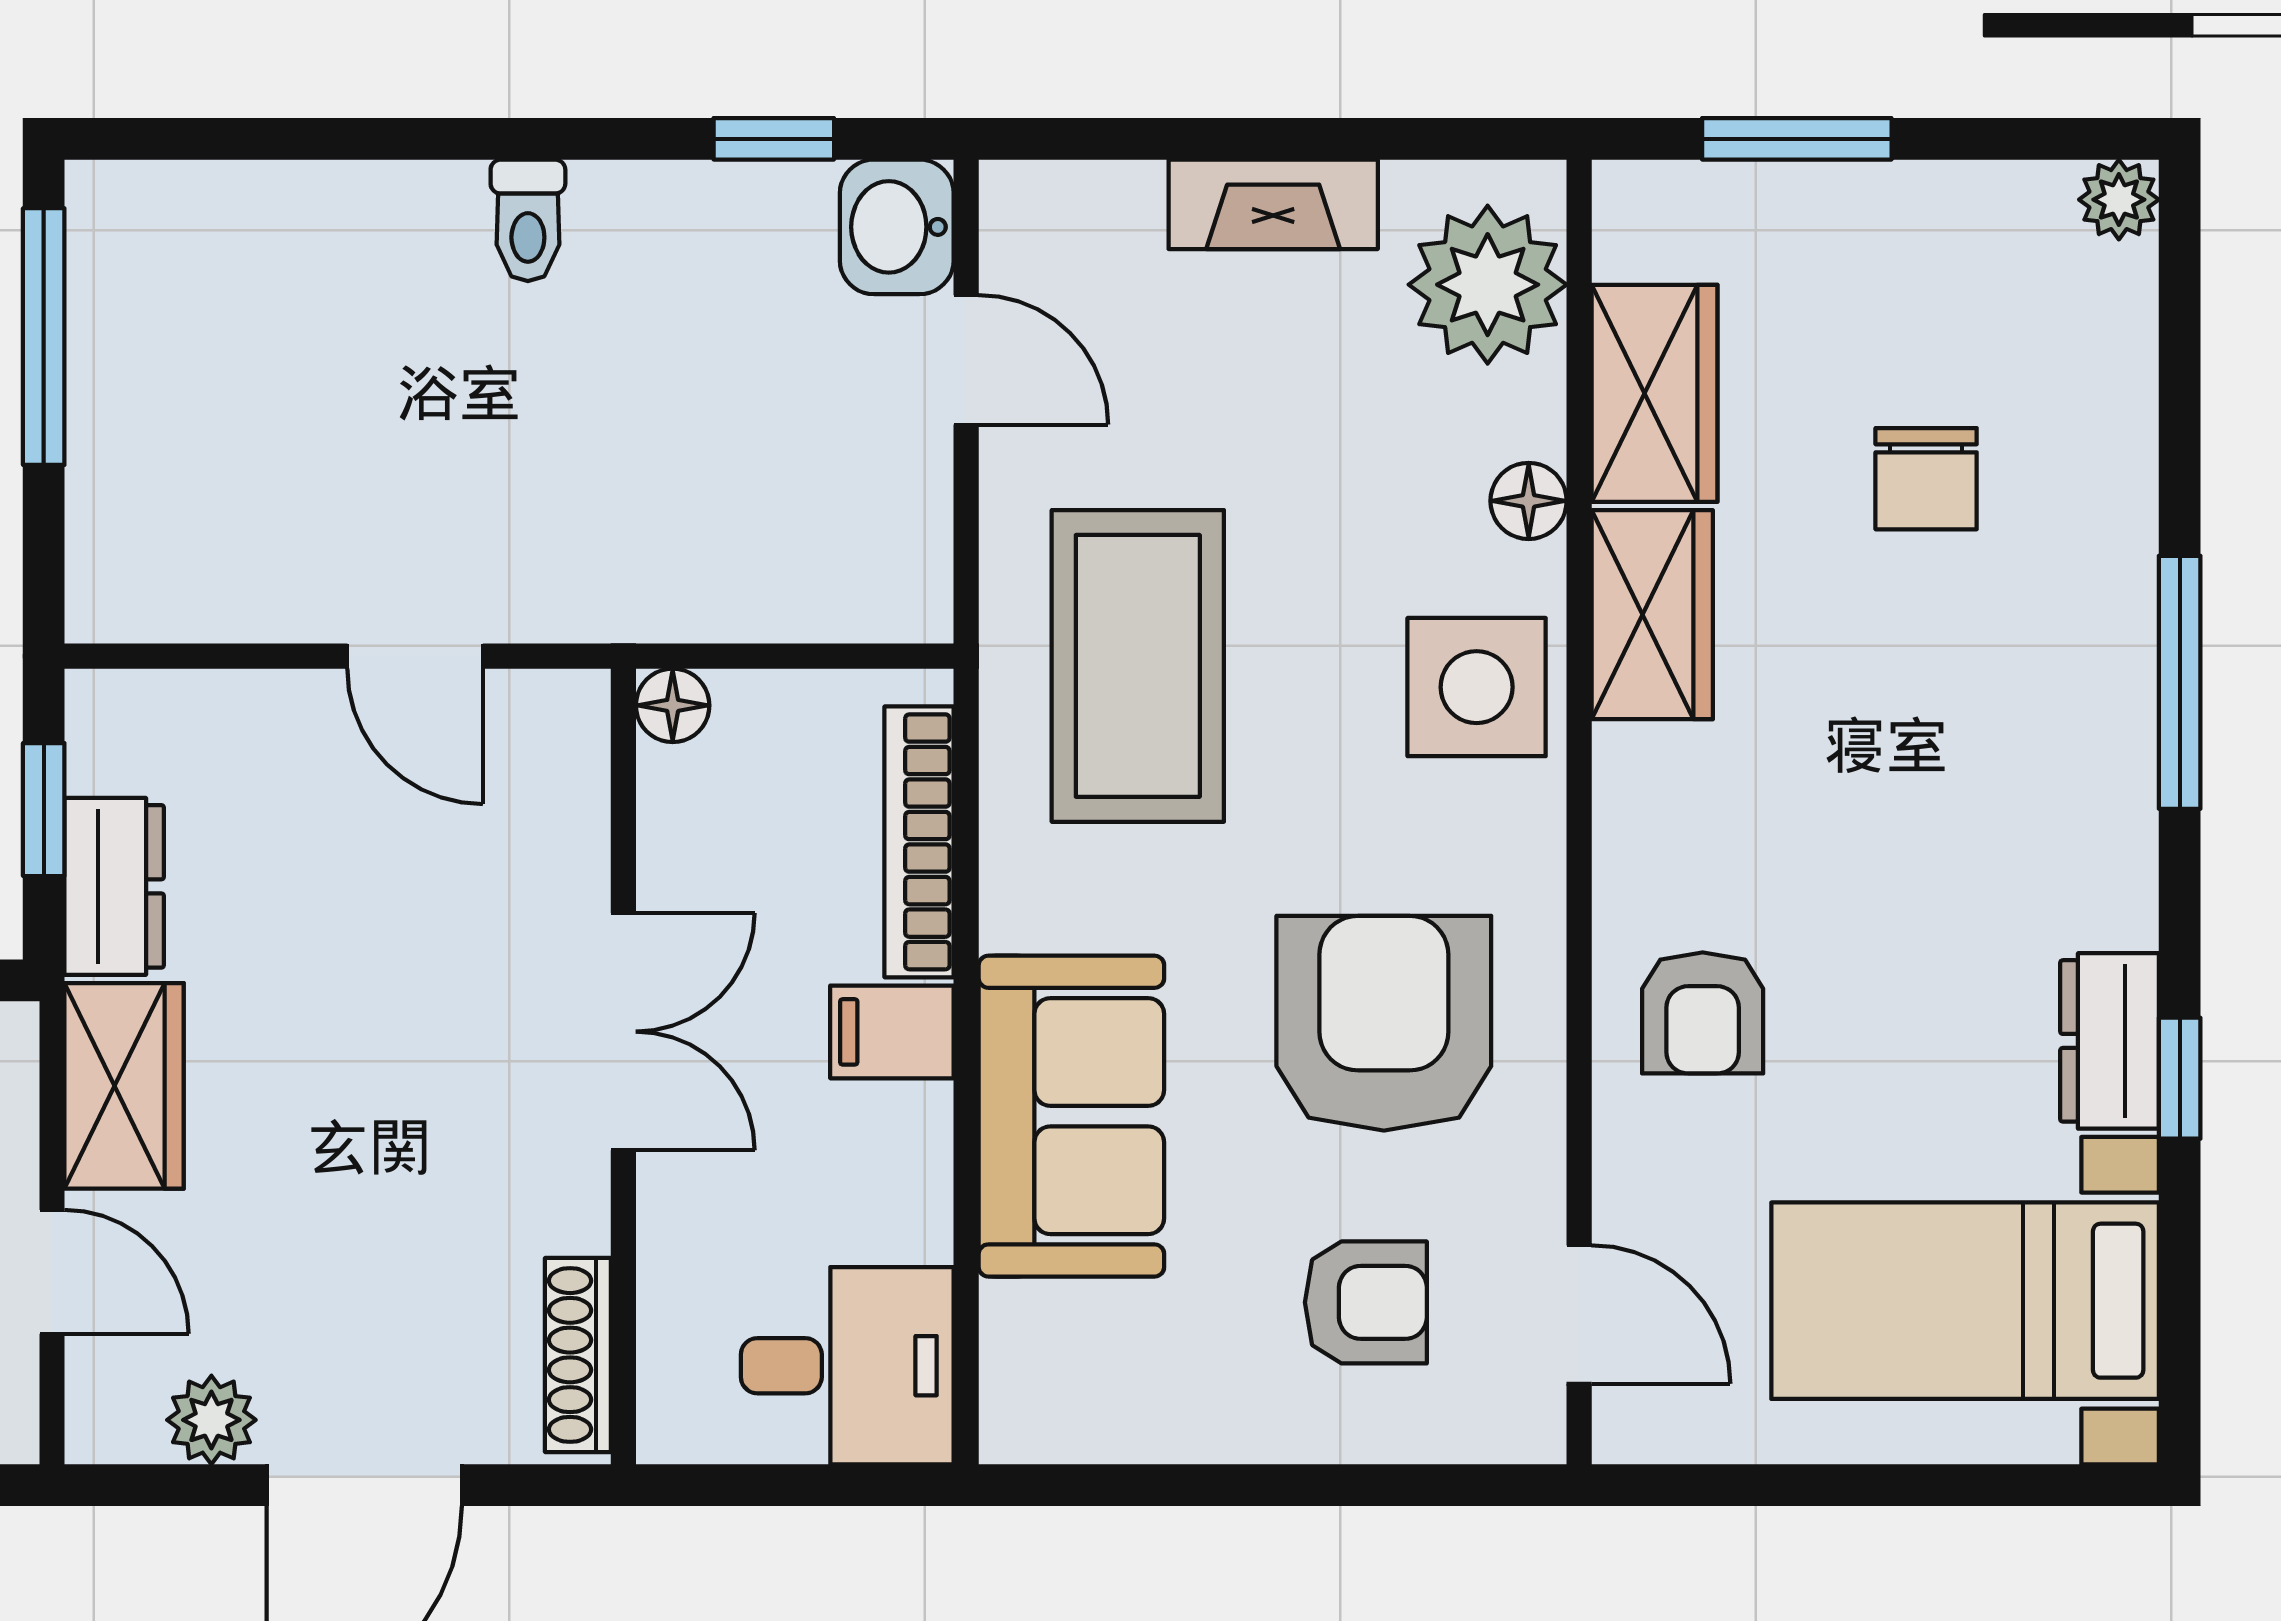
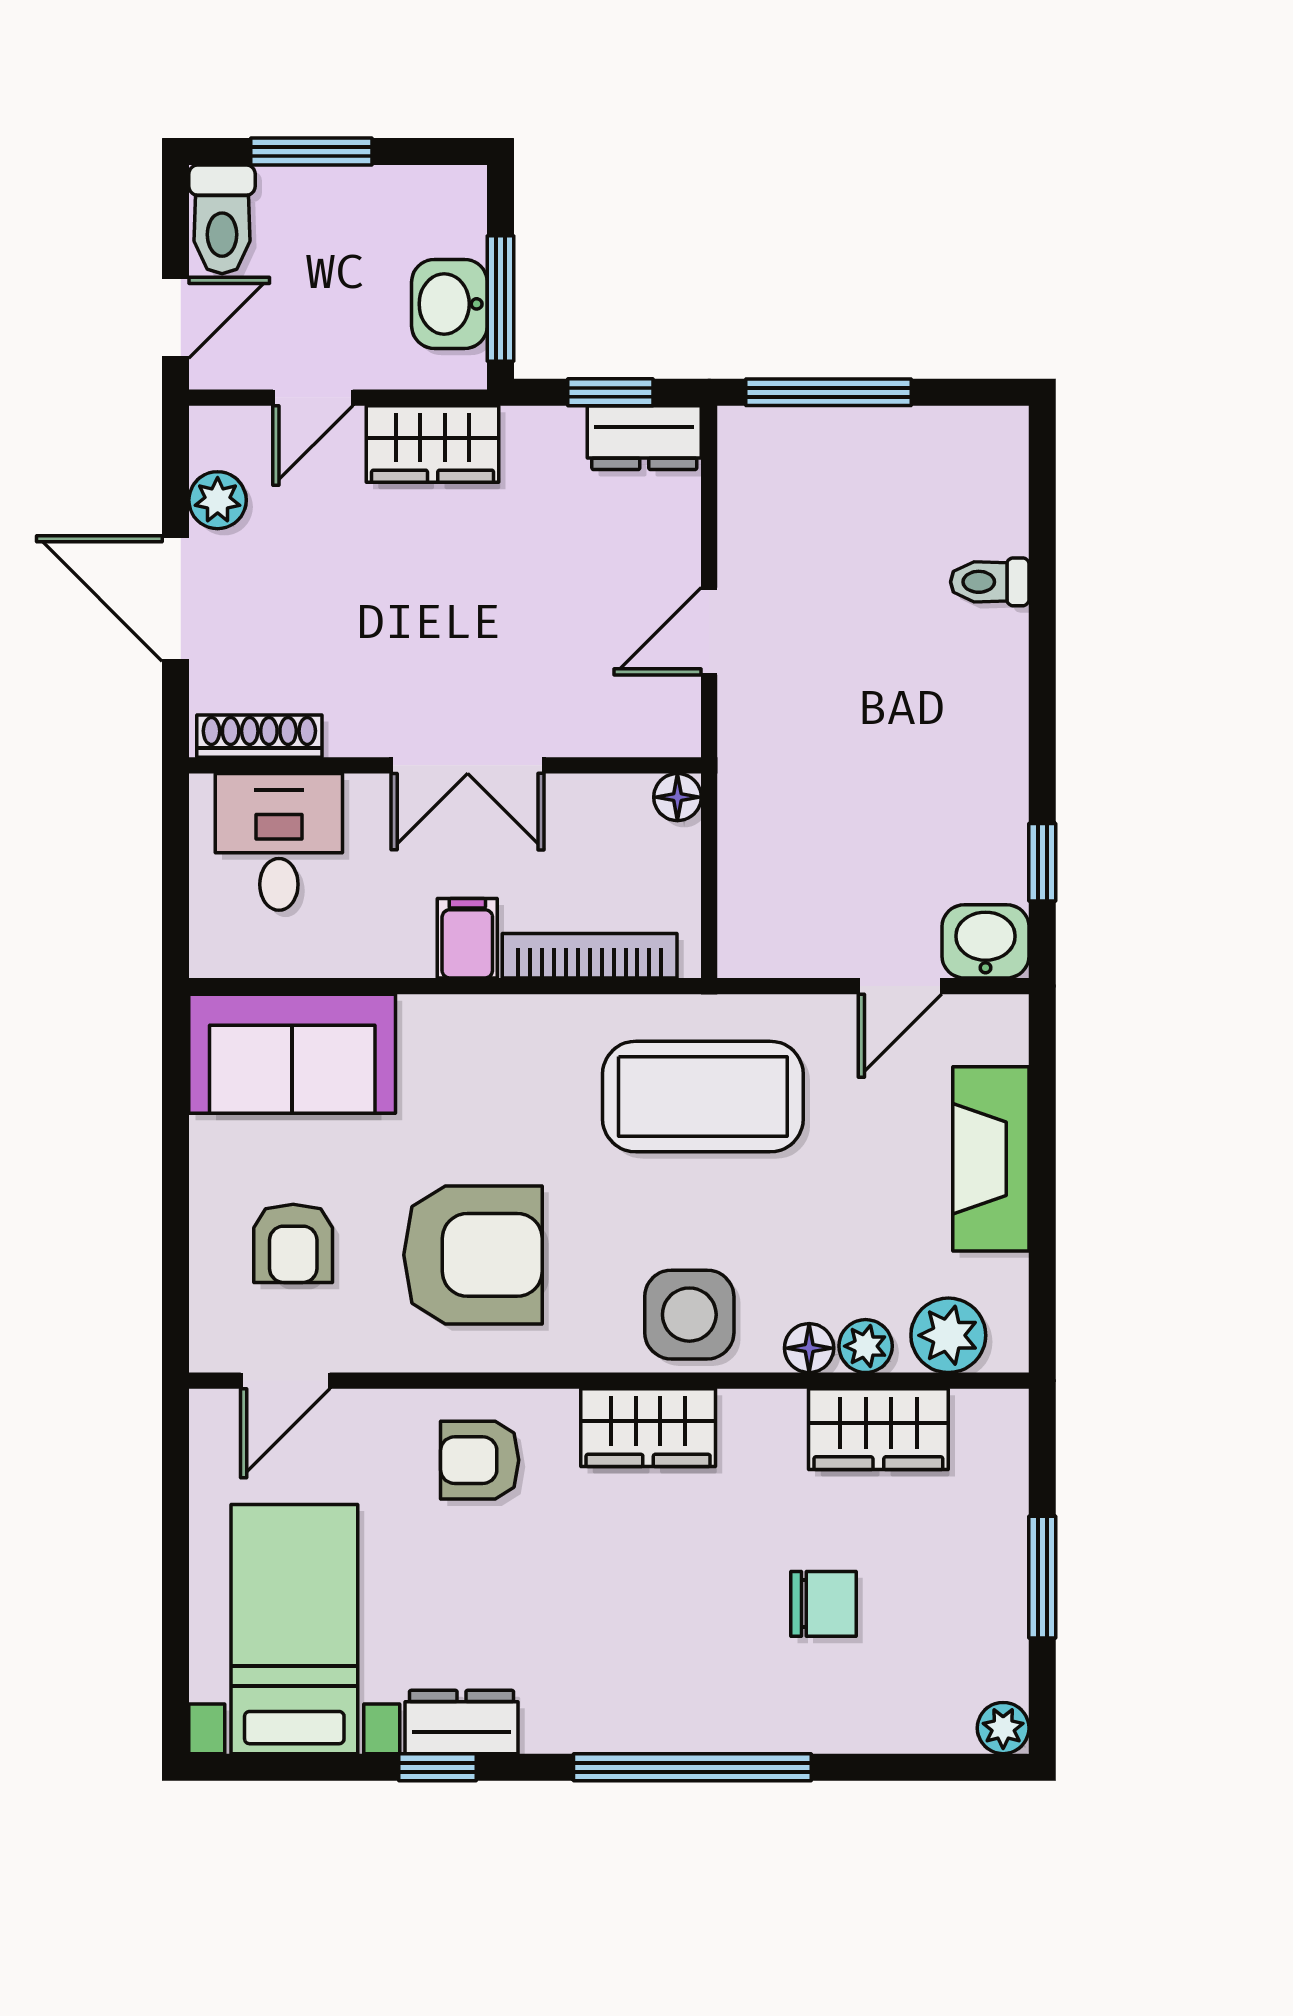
window: (1797, 139) -> (1042, 1577), moved
fireplace: (1273, 204) -> (991, 1159), width x1.37, depth x1.32
toilet: (528, 220) -> (990, 582), moved
plant: (1488, 285) -> (948, 1335), width x0.73, depth x0.73
window: (44, 337) -> (828, 392), moved
plant: (1525, 413) -> (866, 1346), added
chair: (1926, 479) -> (823, 1604), turned 180
wardrobe: (1652, 615) -> (648, 1428), moved
window: (2180, 682) -> (692, 1767), width x1.46
dresser: (114, 886) -> (644, 438), moved
sofa: (1071, 1116) -> (292, 1054), moved
desk: (847, 1366) -> (279, 842), moved, turned 180

